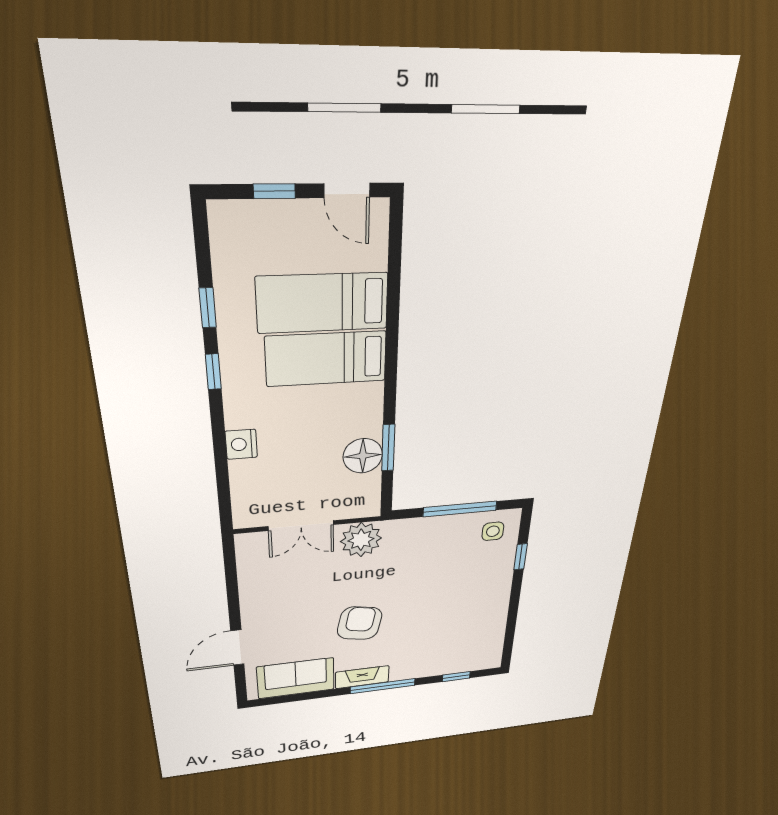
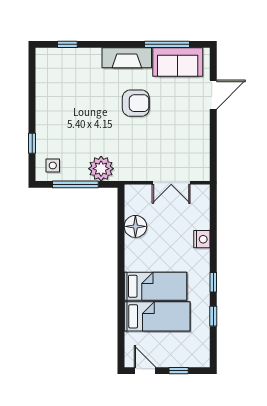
window: (388, 448) -> (121, 230), removed
double door: (301, 526) -> (171, 183), swing flipped
plant: (361, 540) -> (101, 169), moved
armchair: (360, 623) -> (136, 103), turned -101
fireplace: (362, 677) -> (127, 58), width x1.37, depth x1.32
window: (383, 686) -> (167, 44), moved

